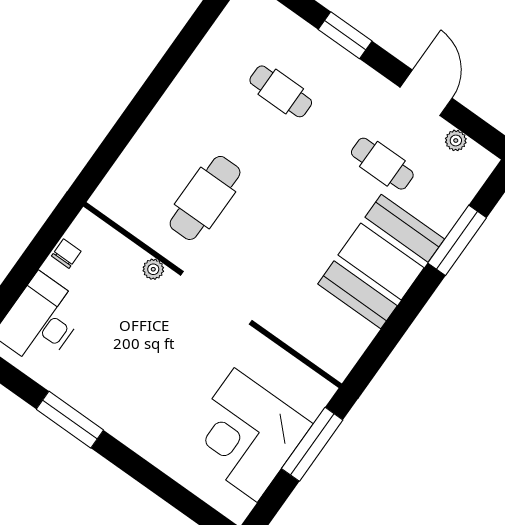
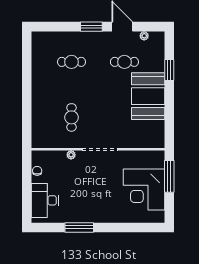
window: (345, 35) -> (91, 27), moved
cafe table: (205, 198) -> (71, 117), width x0.73, depth x0.74
window: (457, 240) -> (169, 70), width x0.69

